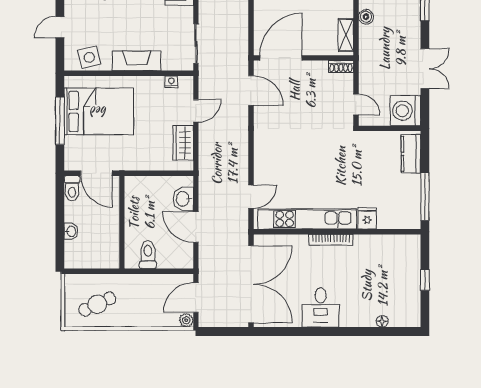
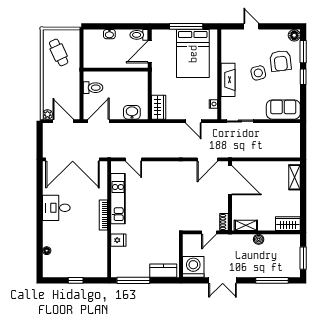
side table: (89, 57) -> (258, 73), moved
door: (356, 104) -> (209, 232), moved
wardrobe: (183, 143) -> (159, 107), moved, turned 90
kitchen unit: (307, 219) -> (118, 199), width x0.73
door: (196, 227) -> (98, 121), moved

